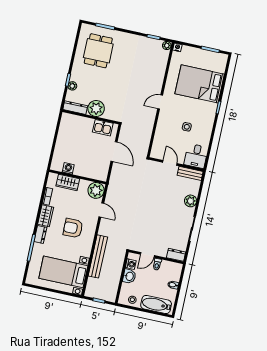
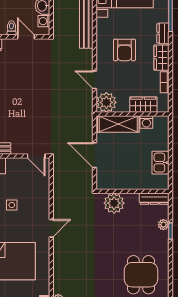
plant: (96, 108) -> (114, 203), moved
kitchen sink: (103, 128) -> (161, 163), moved, turned -90
door: (170, 163) -> (36, 156), moved
shelving: (90, 172) -> (118, 124), added
armchair: (73, 228) -> (124, 50), turned 91
door: (147, 255) -> (26, 37), hinge flipped

